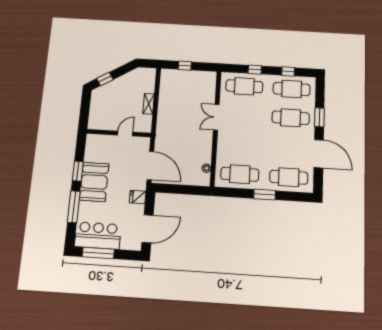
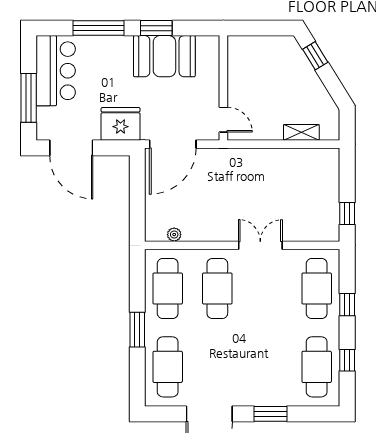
window: (185, 66) -> (347, 213), moved
shelving: (149, 104) -> (301, 132), moved
cafe table: (291, 118) -> (217, 289), moved
door: (125, 134) -> (223, 120), moved
booth: (94, 182) -> (164, 56), moved
fridge: (138, 197) -> (121, 124), width x1.88, depth x1.34
window: (98, 253) -> (29, 98), moved

